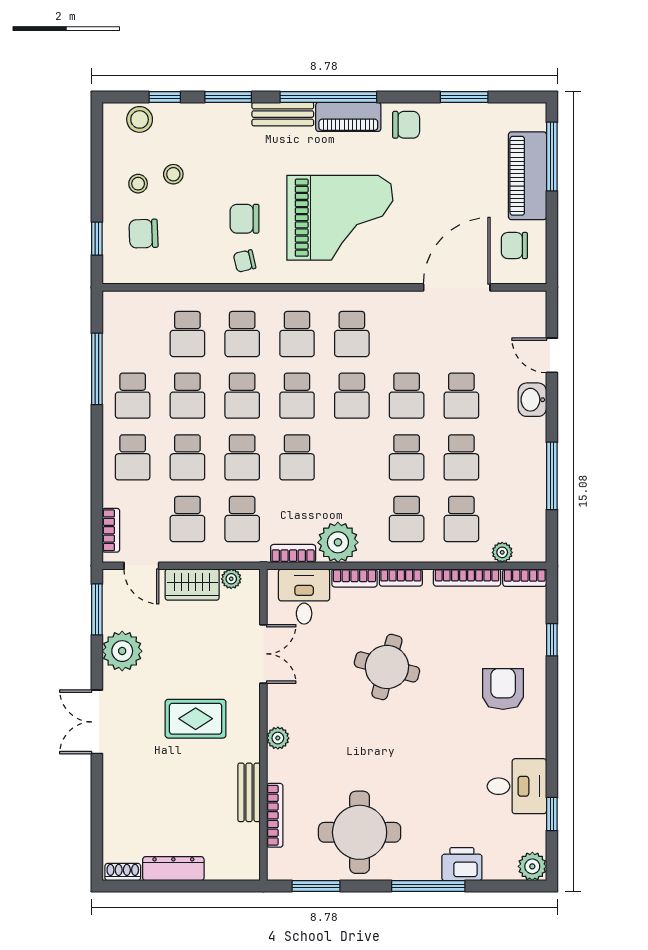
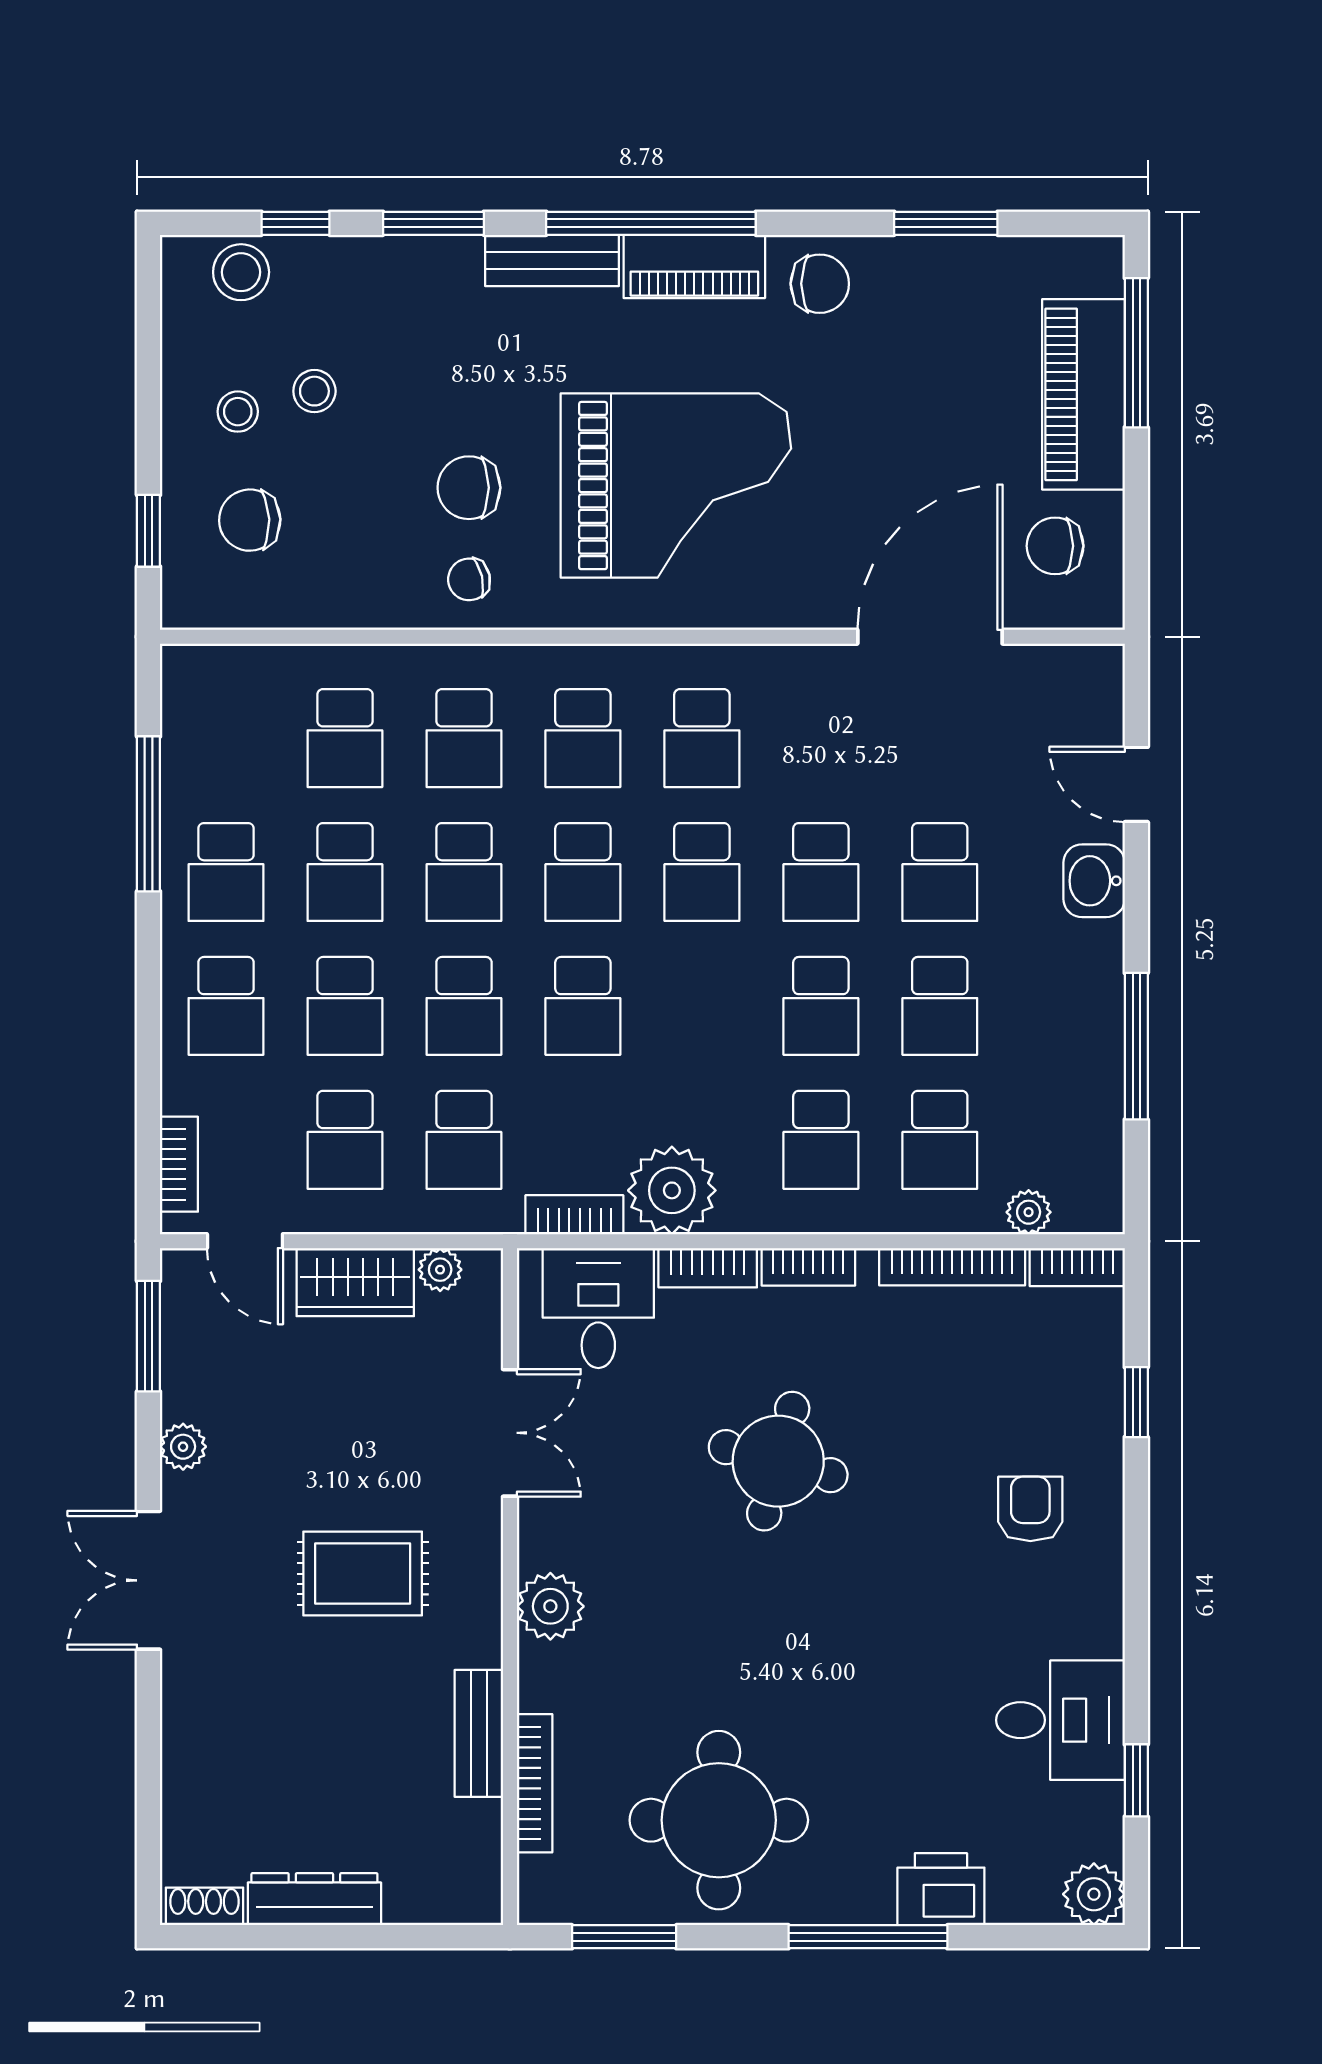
plant: (122, 651) -> (183, 1447), width x0.53, depth x0.53
armchair: (503, 689) -> (1030, 1509), width x0.72, depth x0.72
plant: (278, 738) -> (550, 1606), width x1.38, depth x1.38

